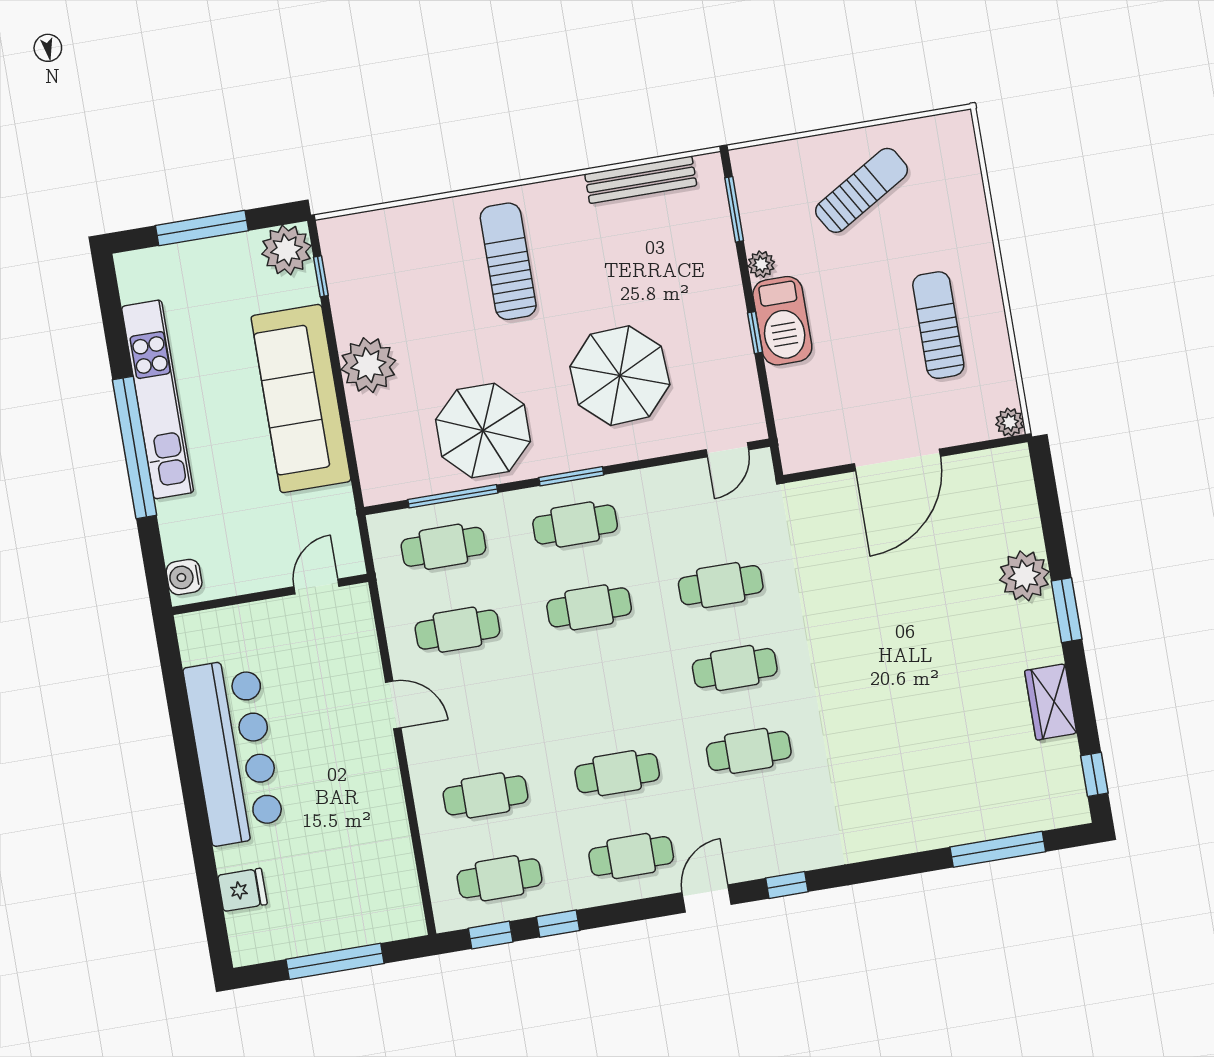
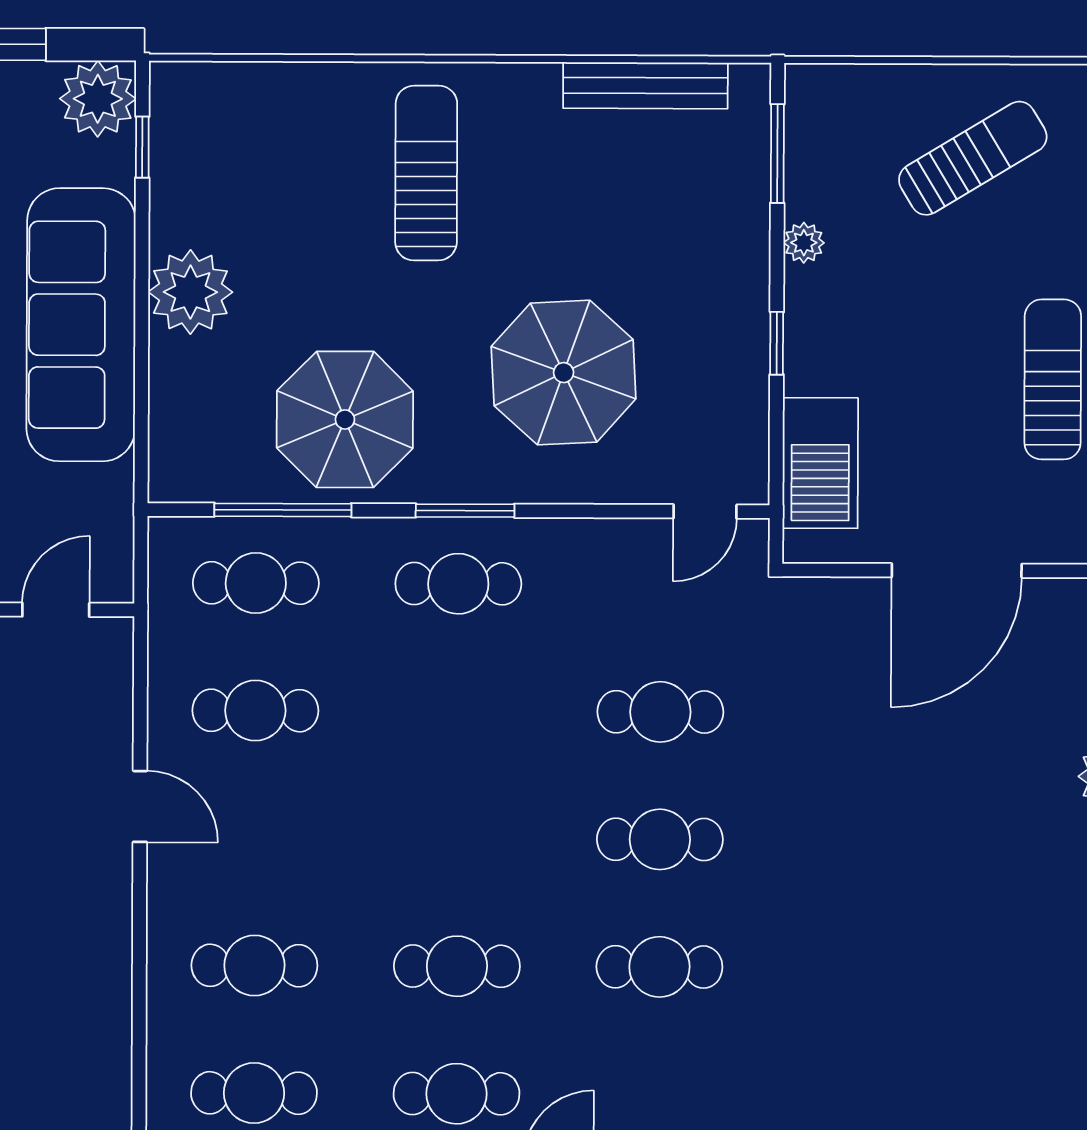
barbecue: (782, 321) -> (820, 463), moved
cafe table: (589, 607) -> (458, 711), removed

